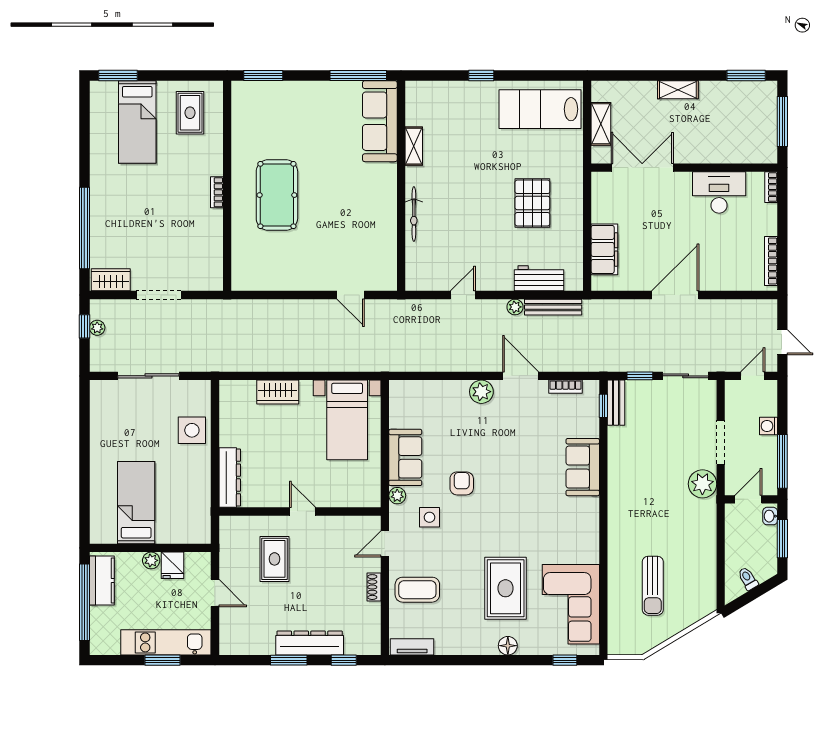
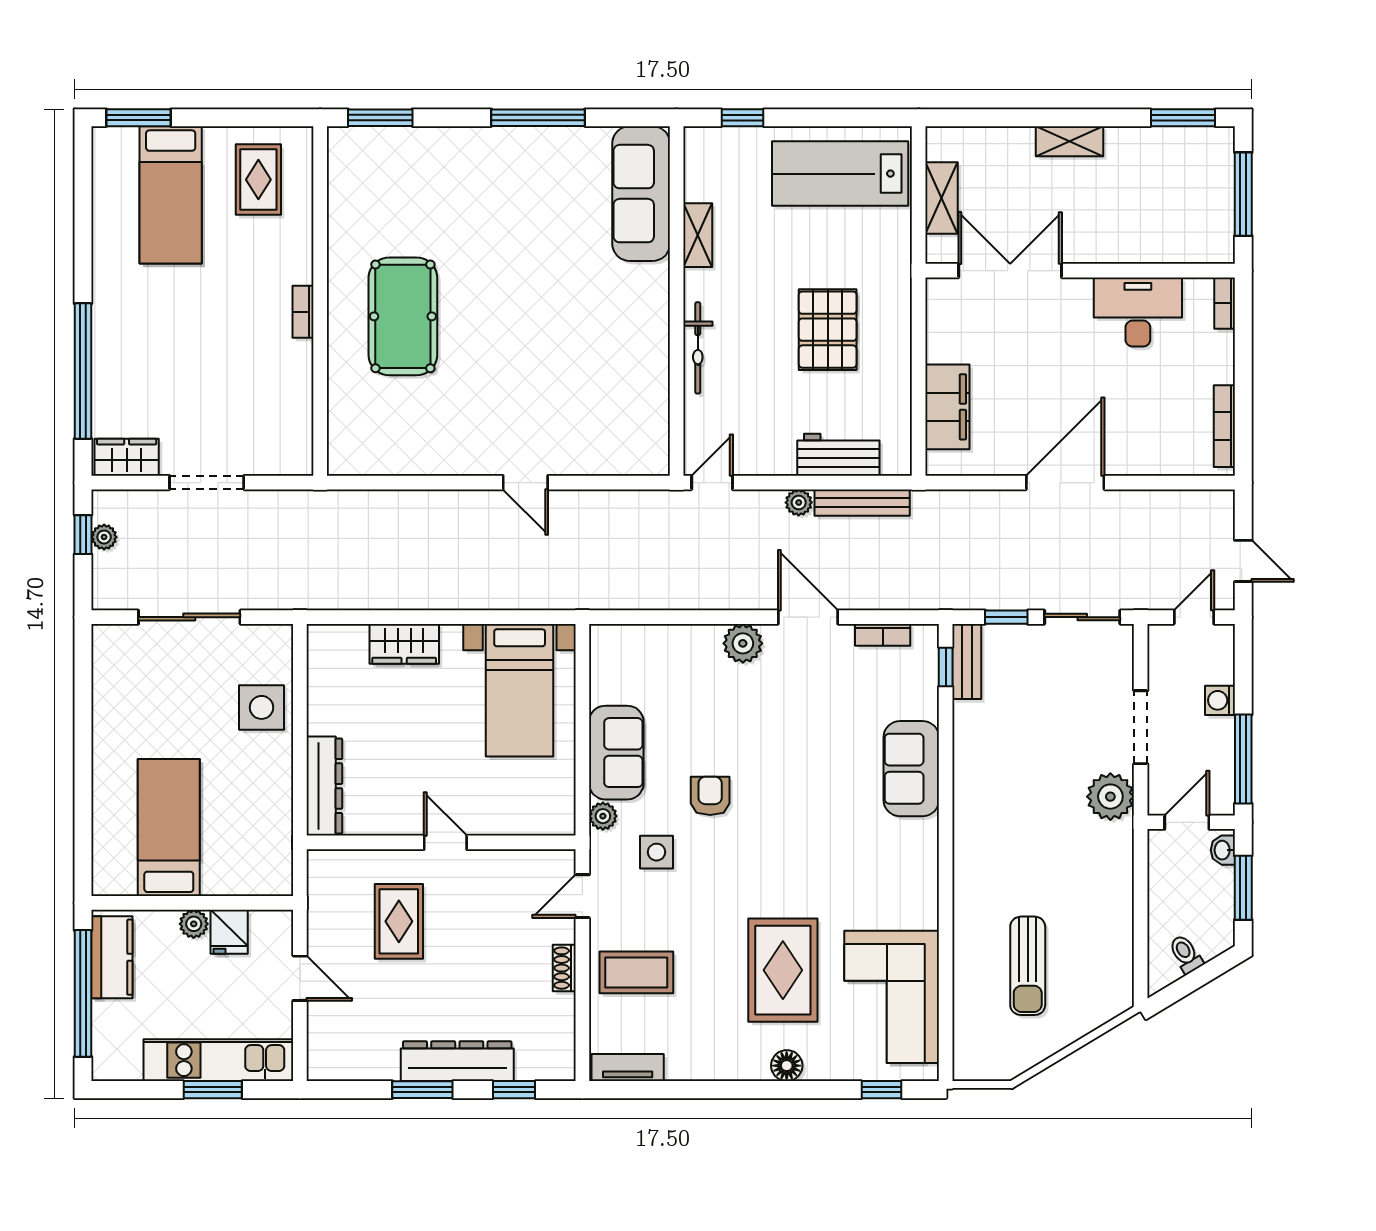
sofa: (380, 121) -> (641, 194), moved
shelving: (414, 146) -> (698, 235), moved
wall: (401, 186) -> (677, 301), moved
bicycle: (414, 214) -> (698, 348), moved

